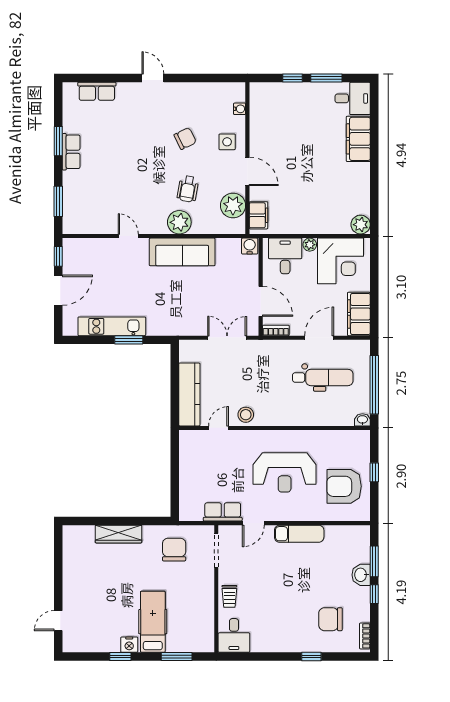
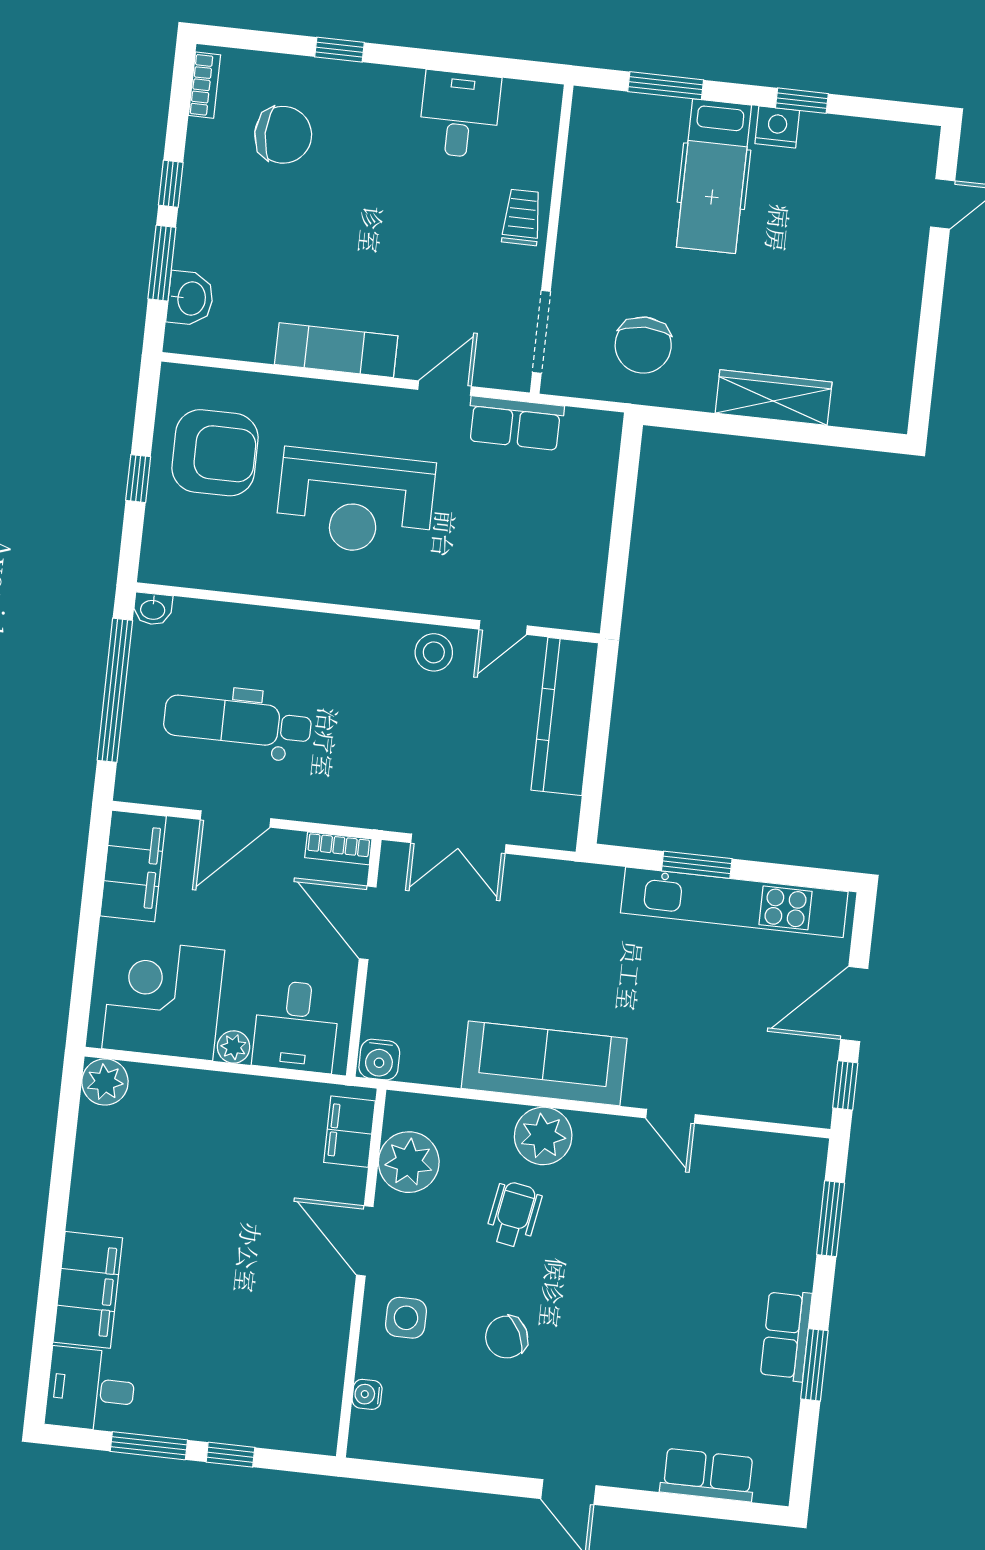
kitchen unit: (112, 326) -> (734, 902), width x1.36
reception desk: (285, 472) -> (355, 502), turned 180
washbasin: (361, 575) -> (190, 298), moved
desk: (234, 635) -> (460, 115), moved

